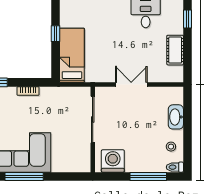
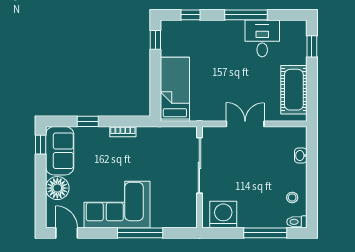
window: (56, 34) -> (155, 40), moved
cot: (175, 50) -> (294, 90), width x1.37, depth x1.34
washbasin: (176, 117) -> (301, 156), width x0.52, depth x0.69
window: (24, 176) -> (140, 233), moved

